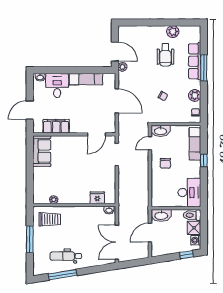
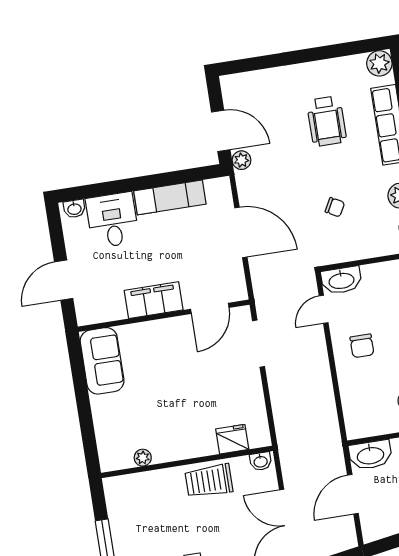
plant: (173, 32) -> (379, 63), moved
filing cabinet: (56, 126) -> (154, 300), moved
trolley: (50, 219) -> (209, 481), moved, turned 180

